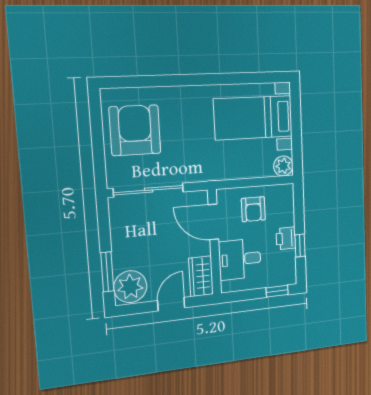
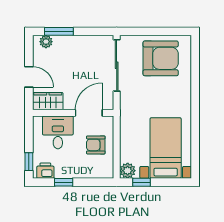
window: (297, 147) -> (142, 182), added
printer: (286, 238) -> (45, 171), moved
plant: (130, 287) -> (46, 42), width x0.53, depth x0.53

